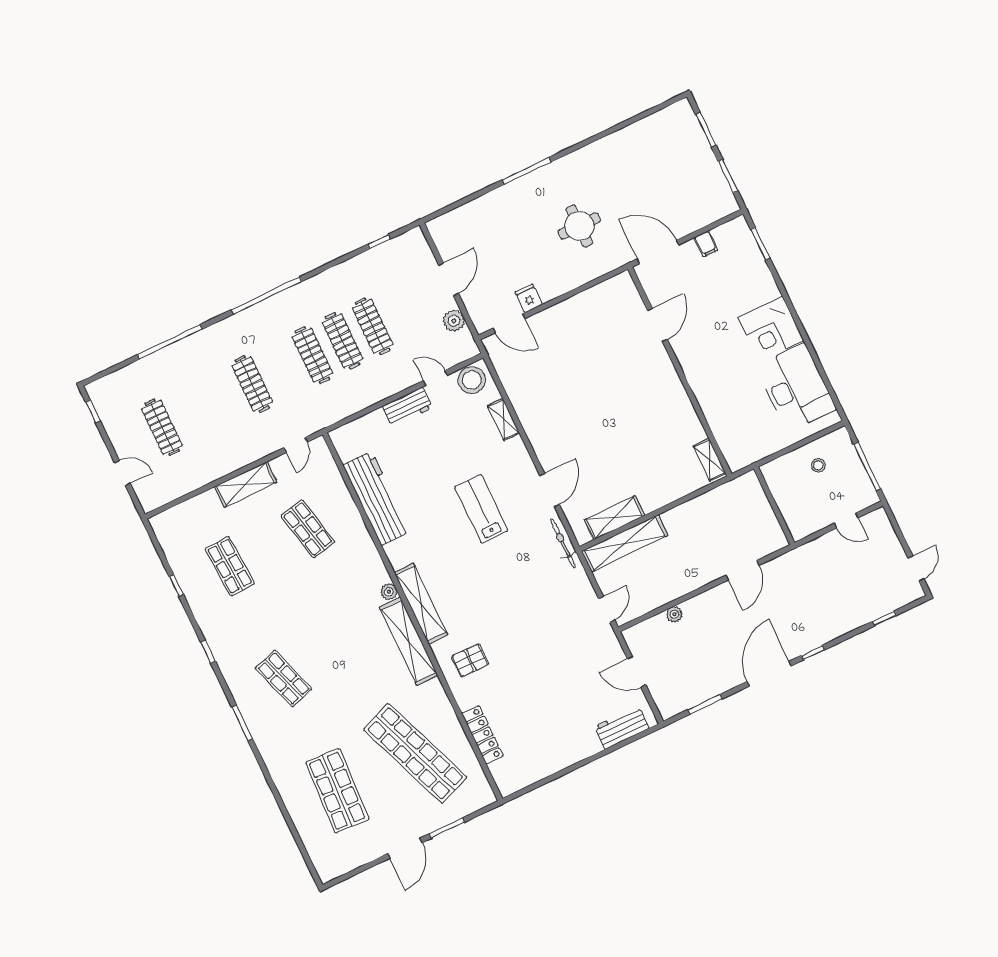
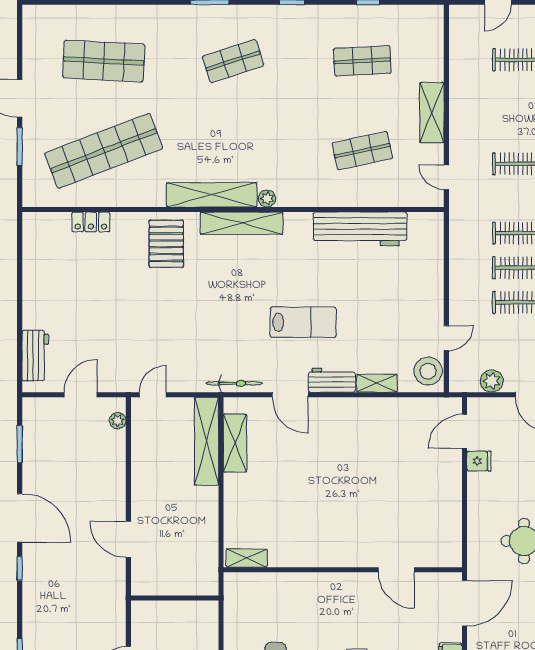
workbench: (407, 407) -> (332, 380), moved, turned 90
door: (607, 609) -> (153, 395), swing flipped
plant: (674, 614) -> (118, 421), moved
pallet: (470, 660) -> (166, 244), width x1.50, depth x1.42
locker: (482, 735) -> (91, 222), width x0.66

